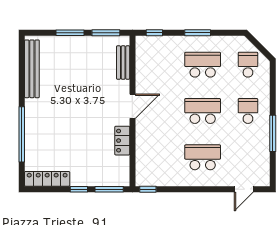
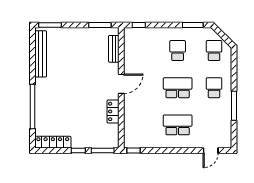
window: (70, 33) -> (50, 25), moved
window: (198, 33) -> (193, 25), moved
school desk: (203, 65) -> (178, 51), width x0.54

